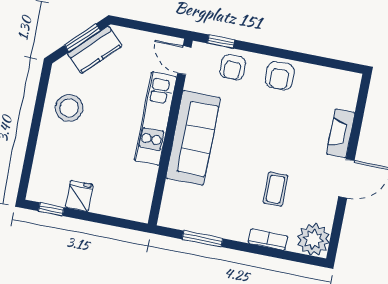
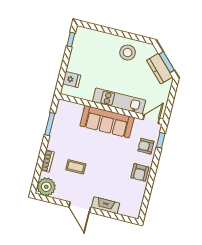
armchair: (280, 76) -> (140, 172), turned -90
fridge: (79, 196) -> (72, 79), moved

